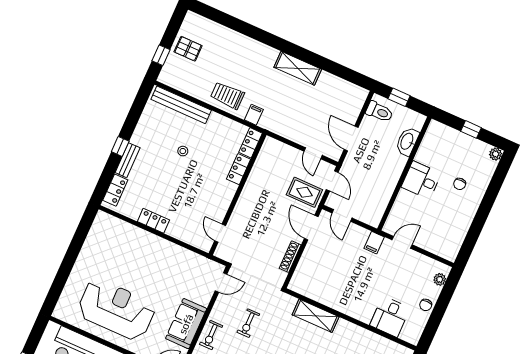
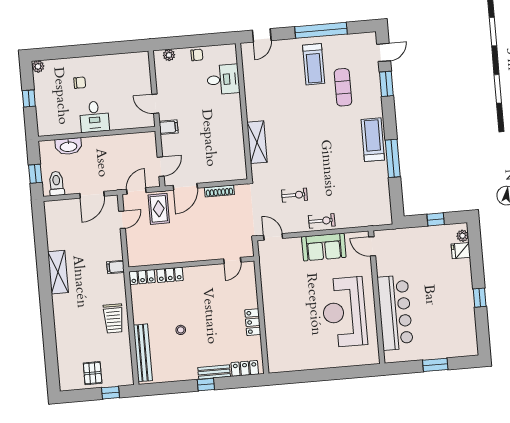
filing cabinet: (254, 115) -> (116, 267), moved

